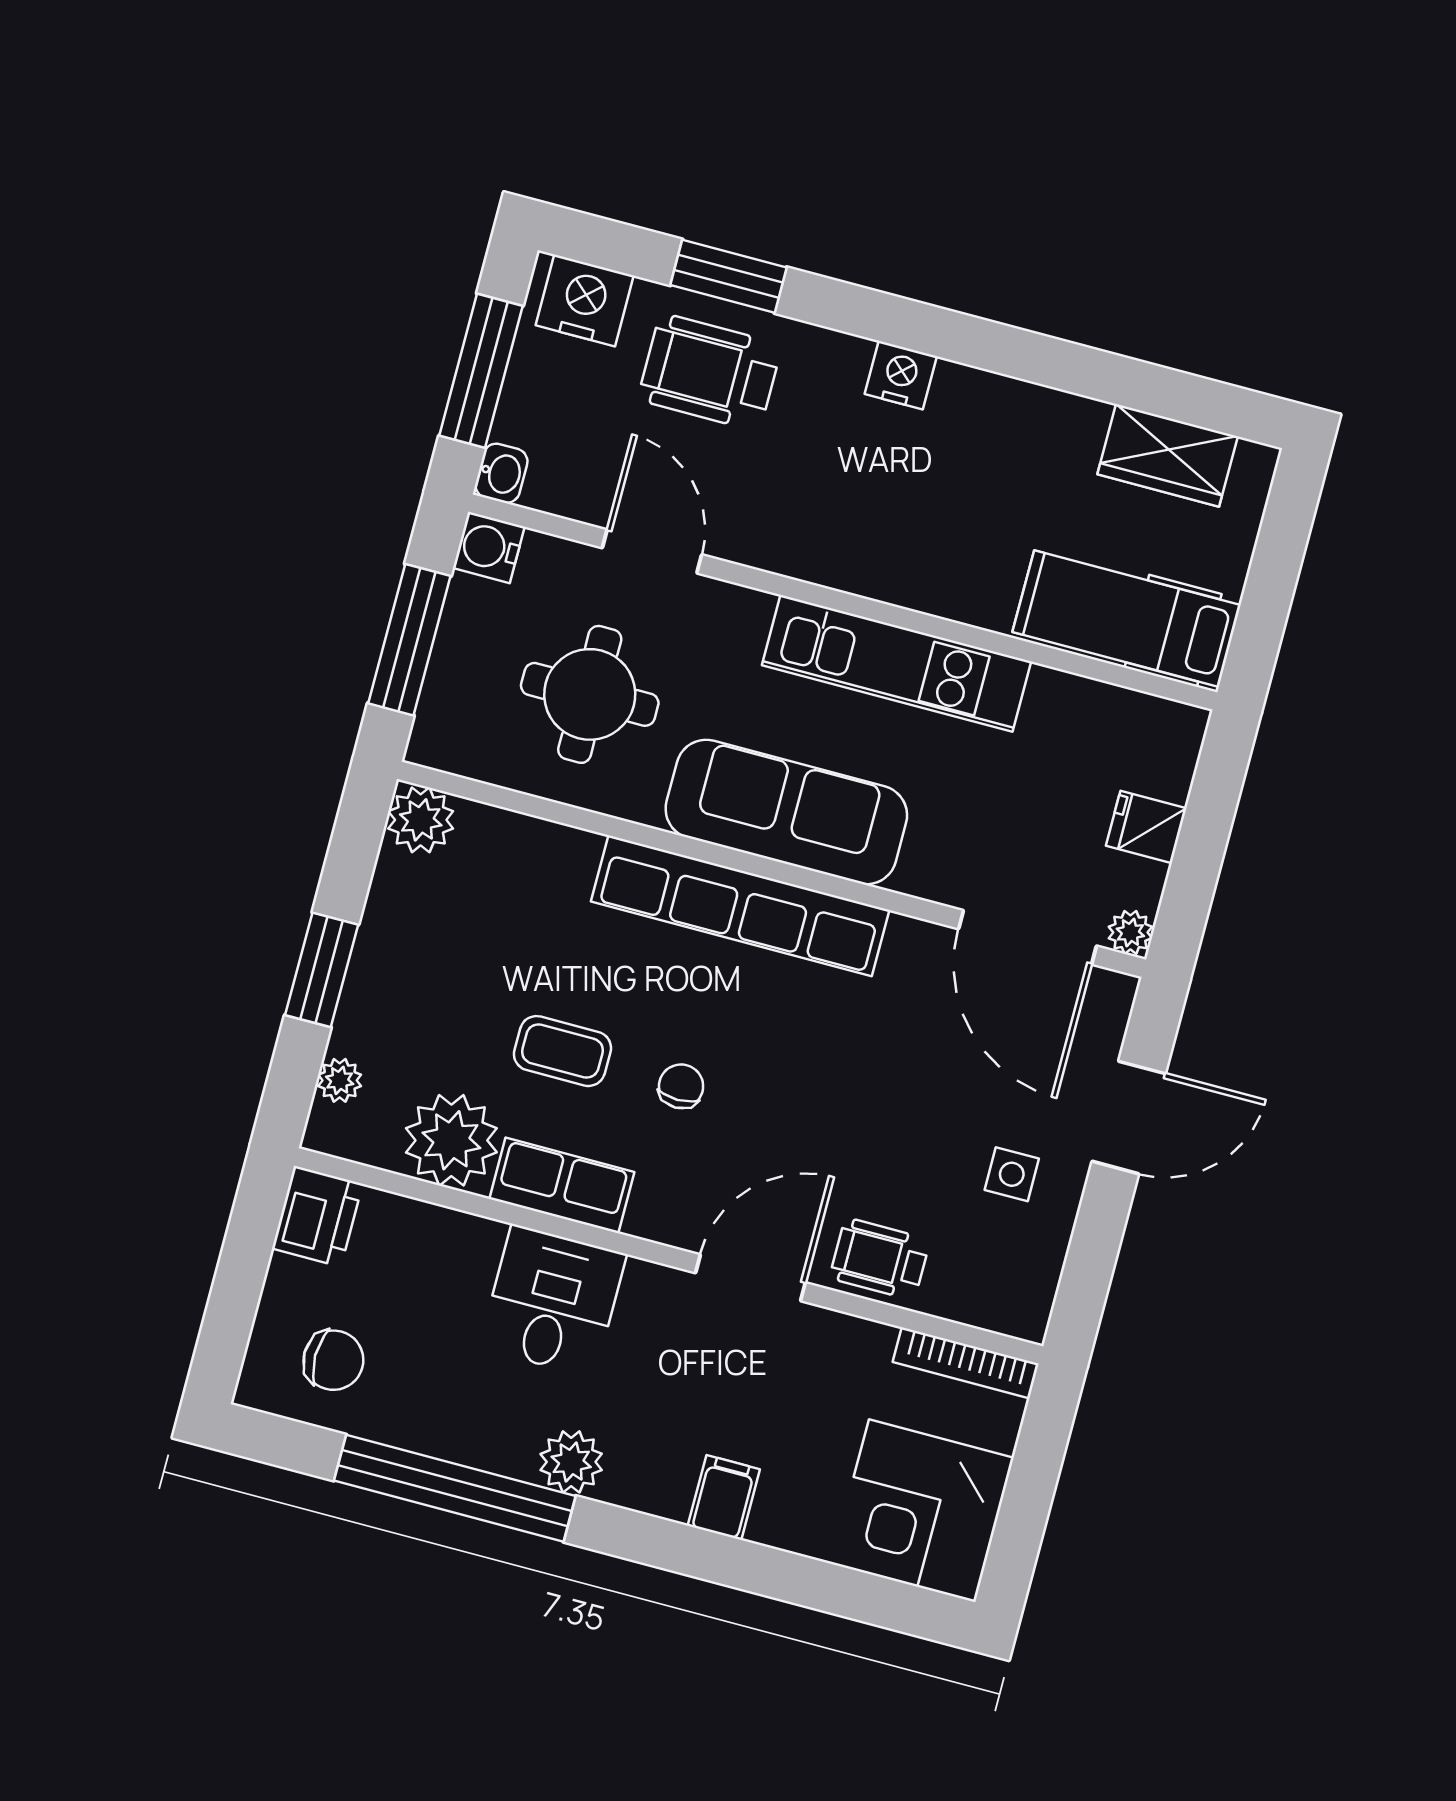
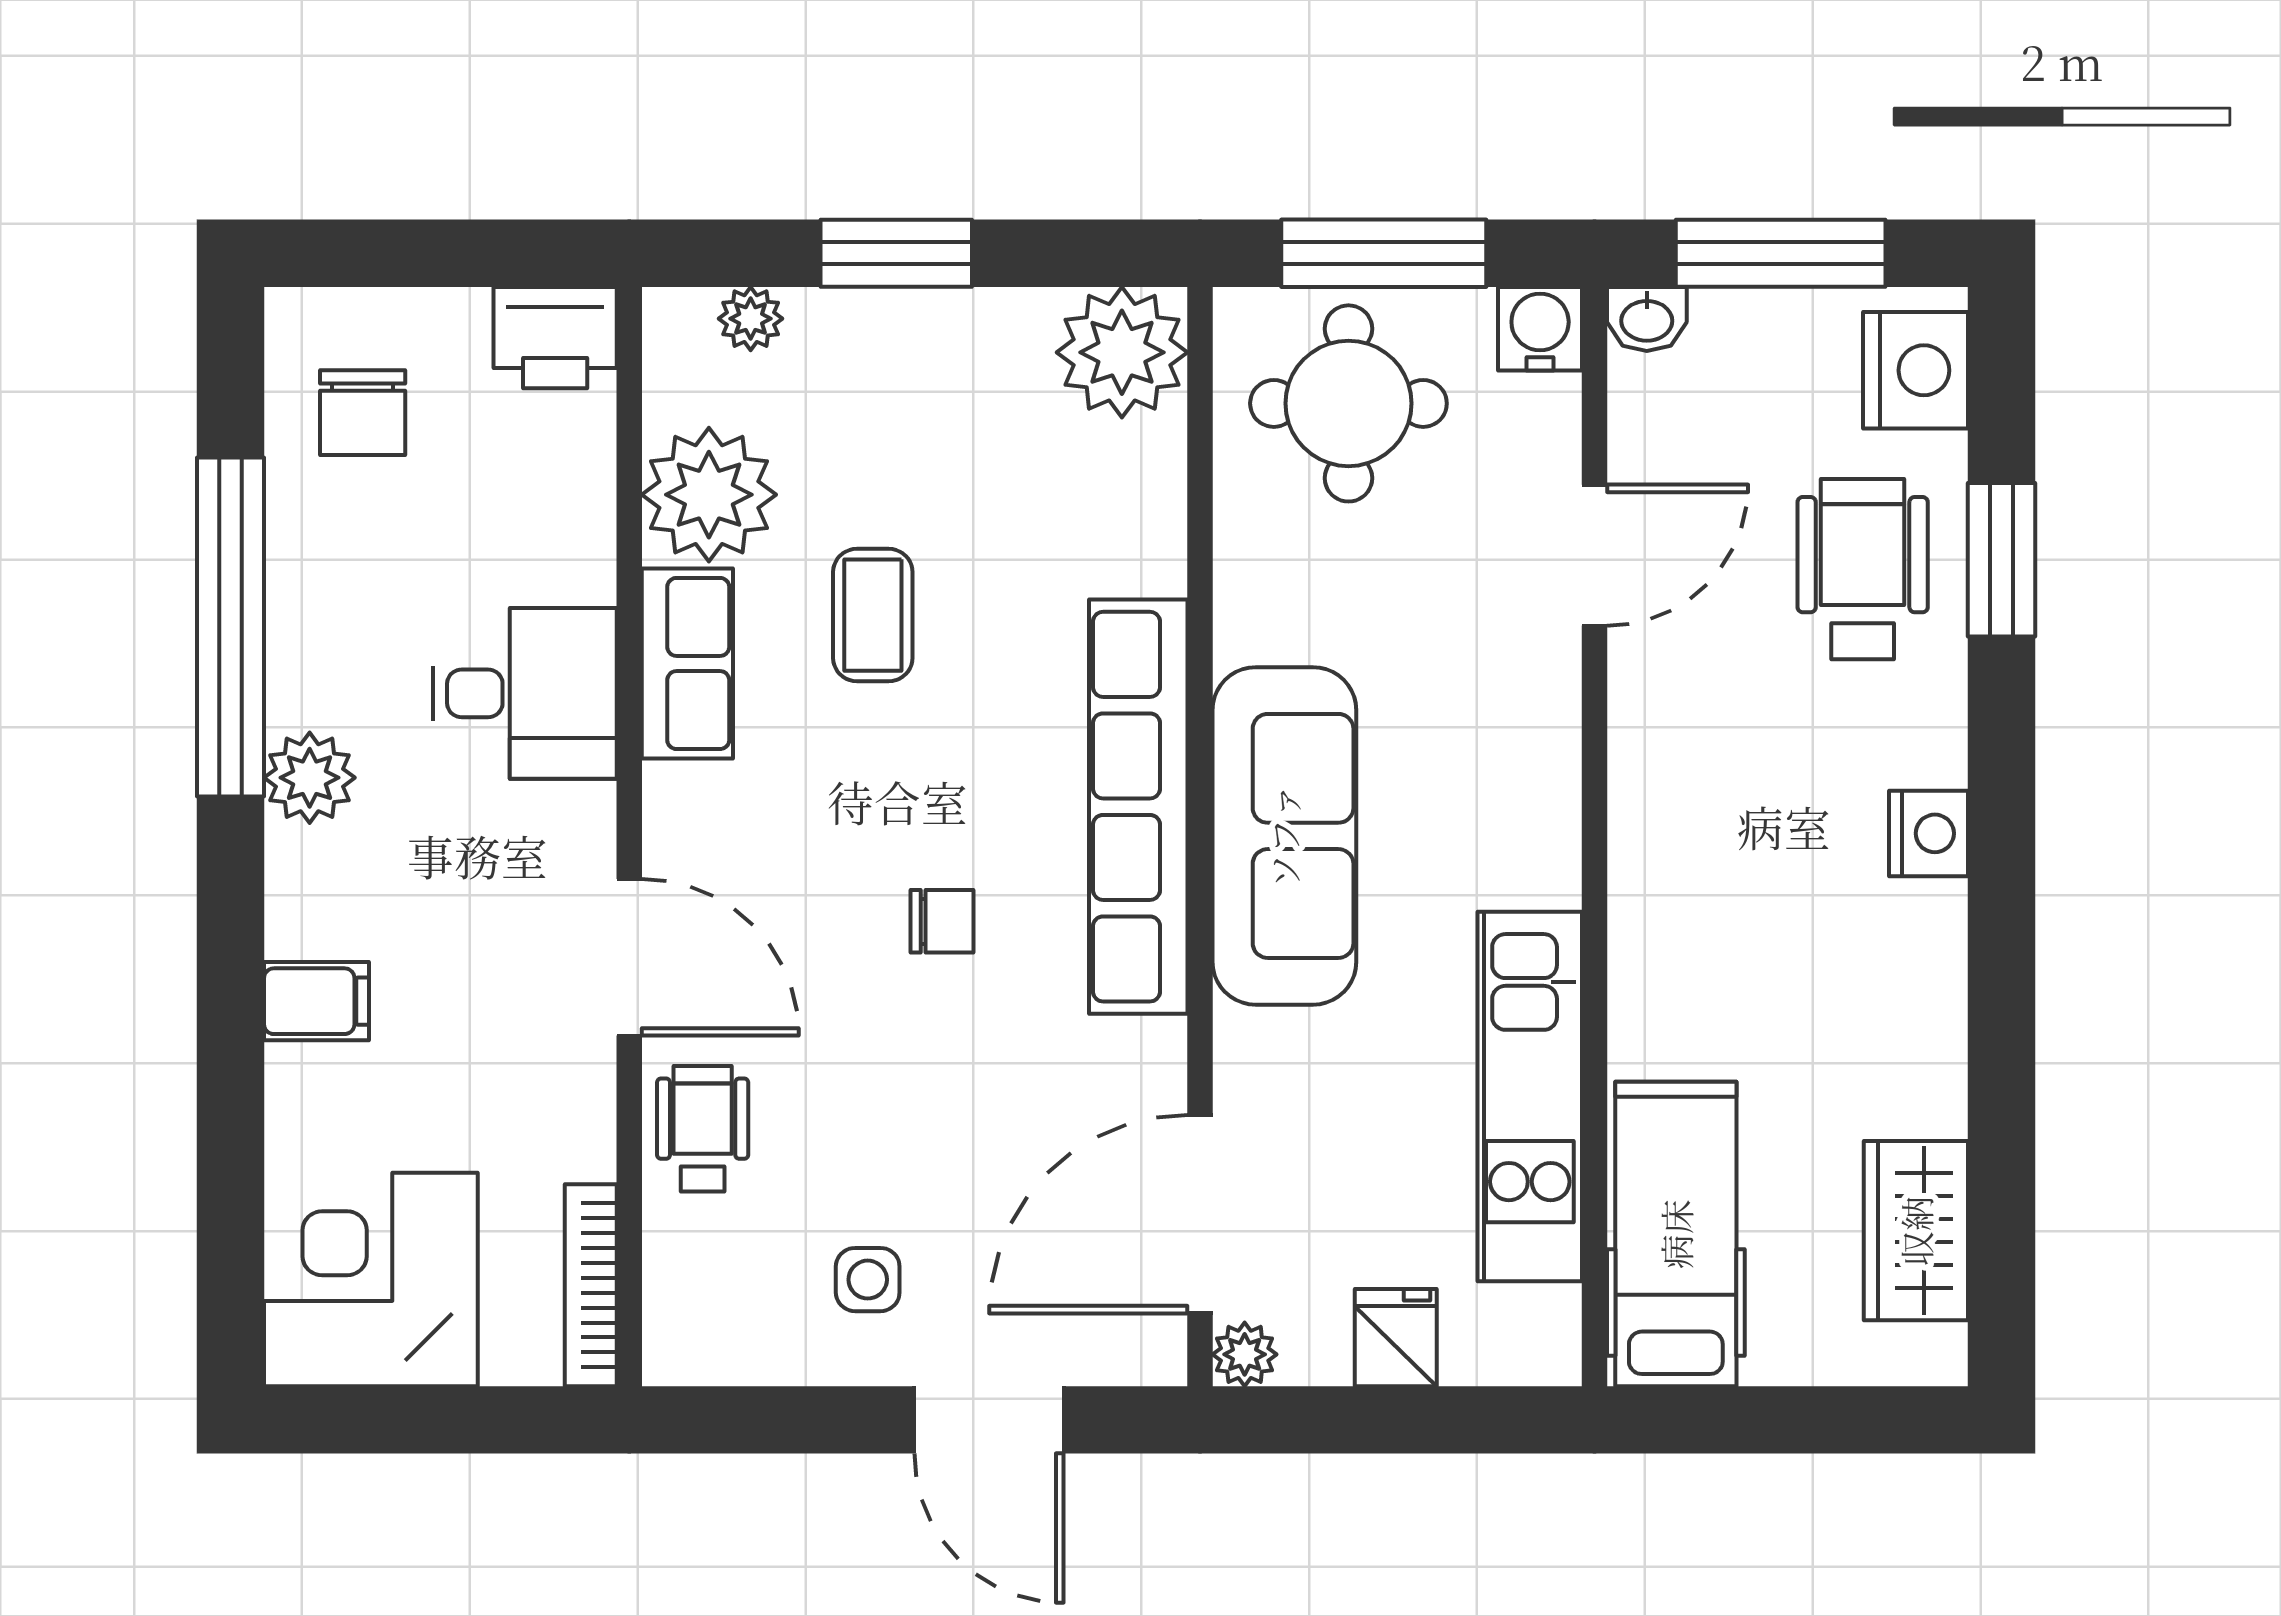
kitchen unit: (897, 663) -> (1530, 1097), moved
round table: (590, 694) -> (1348, 403), moved
plant: (421, 820) -> (1122, 352), width x1.36, depth x1.36
chair: (681, 1086) -> (942, 921), moved

